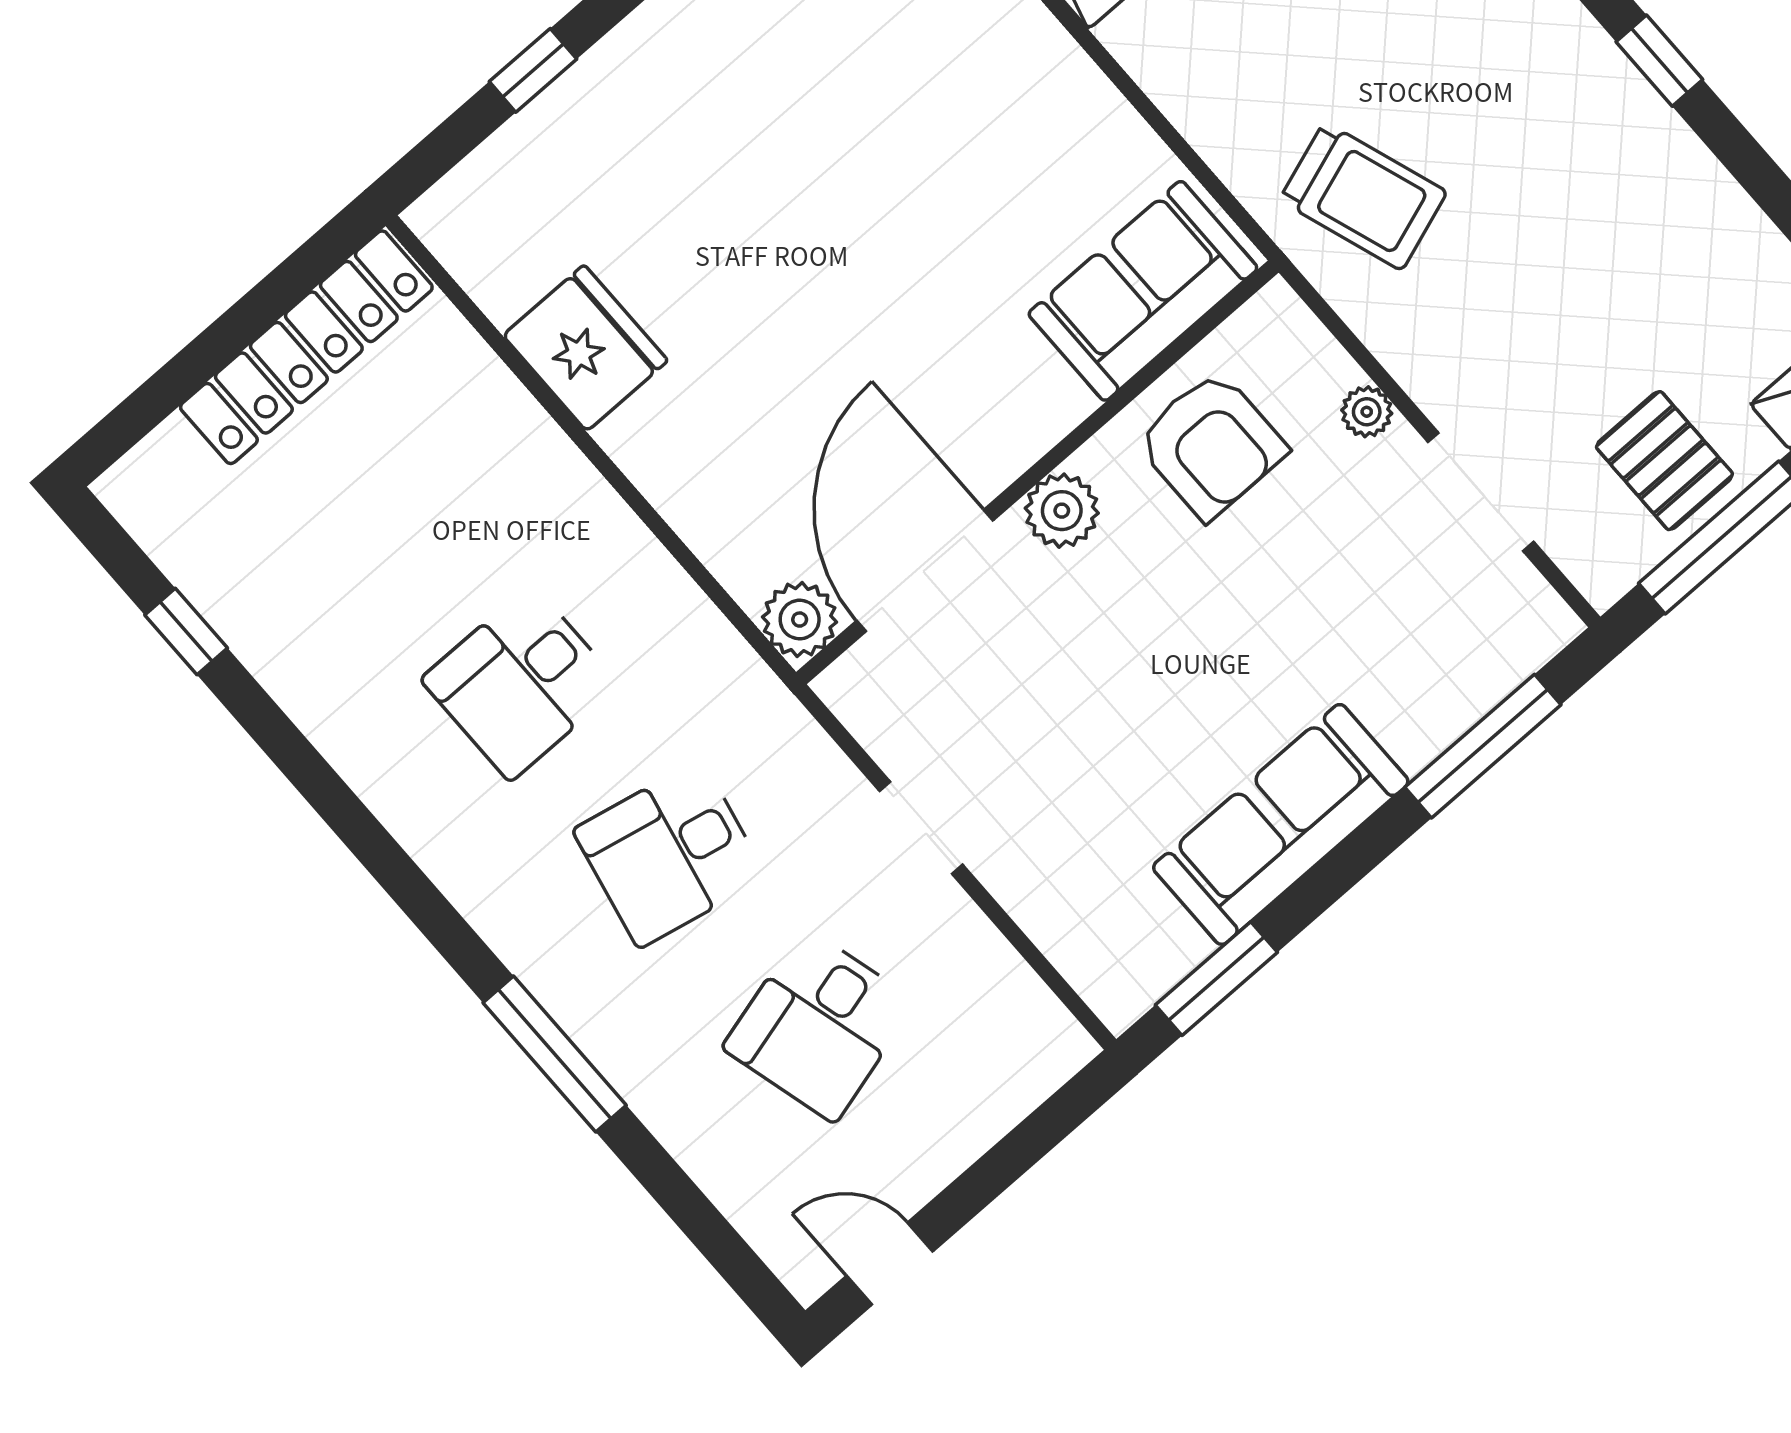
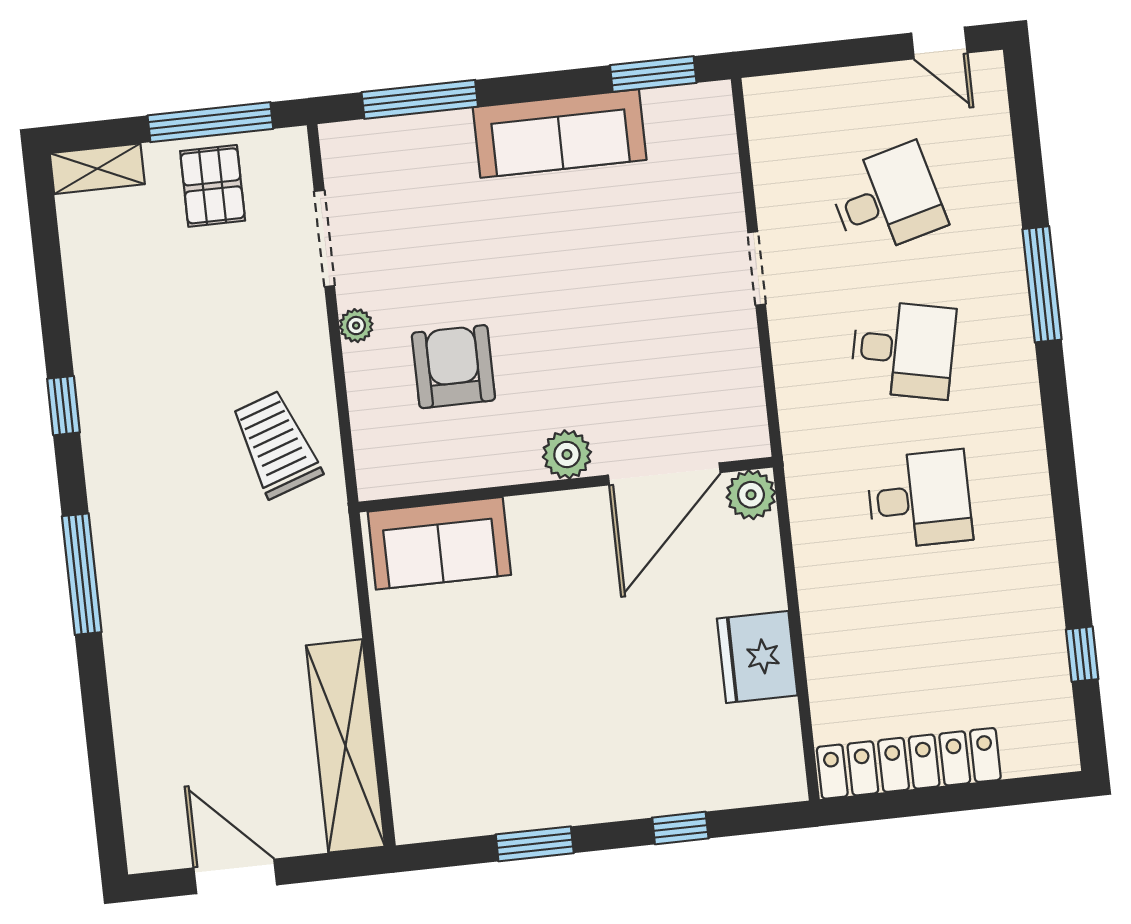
sofa: (1143, 291) -> (439, 543), moved
wall: (1037, 472) -> (566, 485), moved
plant: (1062, 511) -> (567, 454), moved
door: (925, 571) -> (664, 474), moved
plant: (800, 620) -> (751, 495), moved

